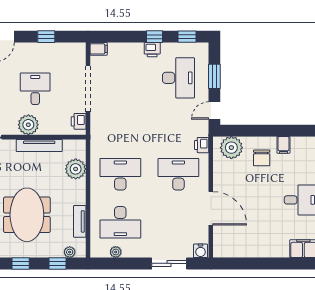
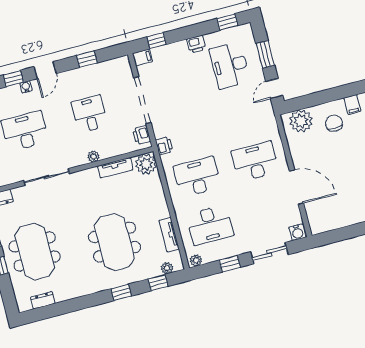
window: (154, 37) -> (157, 41), moved
desk: (178, 78) -> (230, 65), turned 180
plant: (28, 125) -> (93, 156), width x0.53, depth x0.53
tv unit: (39, 145) -> (115, 168), width x0.71
printer: (202, 145) -> (164, 146), moved, turned 180
chair: (262, 158) -> (334, 123), turned 180
plant: (76, 169) -> (146, 164), moved
plant: (116, 252) -> (196, 260), moved
window: (129, 263) -> (230, 264), added

